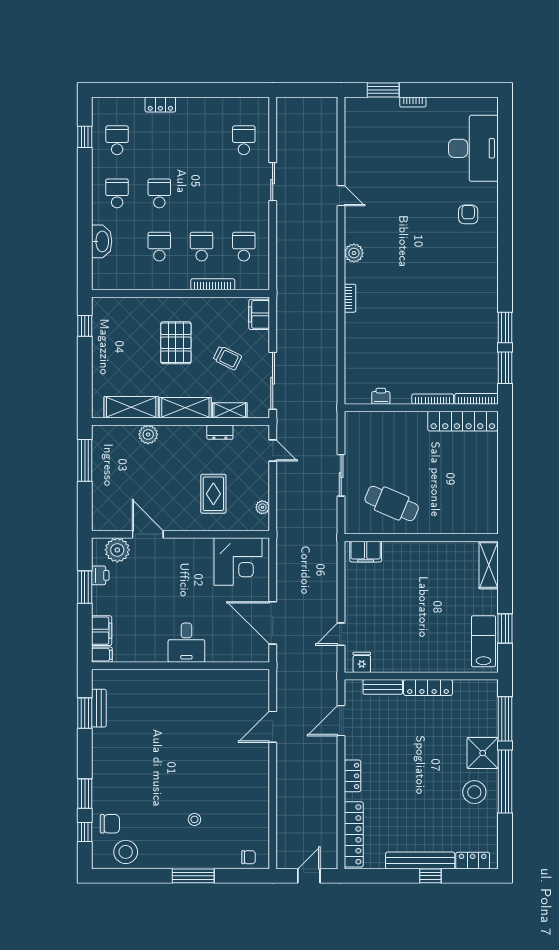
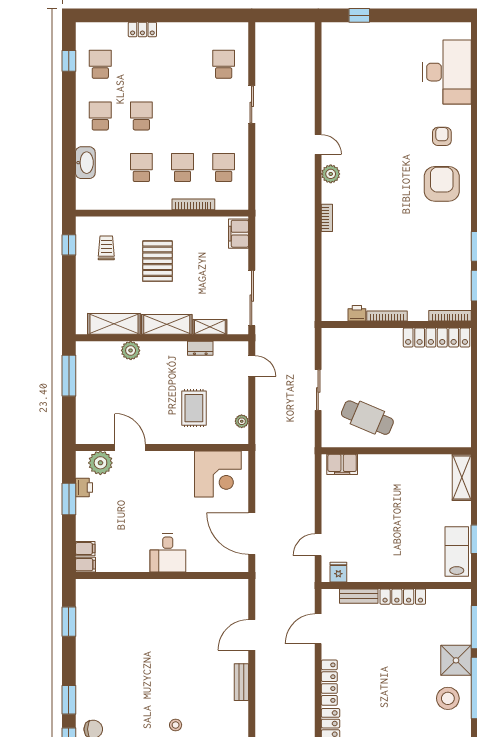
window: (383, 90) -> (359, 15), width x0.67
bookcase: (413, 102) -> (388, 27), removed
door: (341, 196) -> (318, 145), moved
armchair: (468, 263) -> (442, 184), added
trolley: (227, 358) -> (106, 248), moved, turned -116
bookcase: (433, 399) -> (387, 316), moved
filing cabinet: (102, 631) -> (85, 549), width x0.50
bench: (99, 708) -> (241, 682), moved
locker: (353, 776) -> (329, 683), width x1.53

